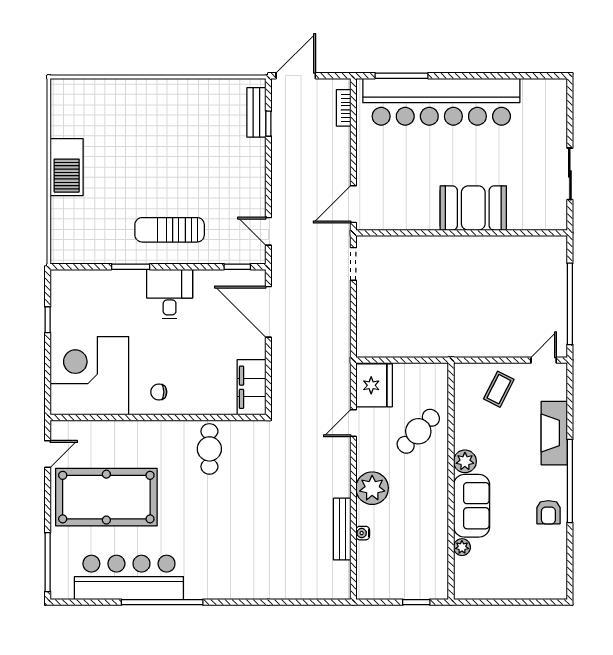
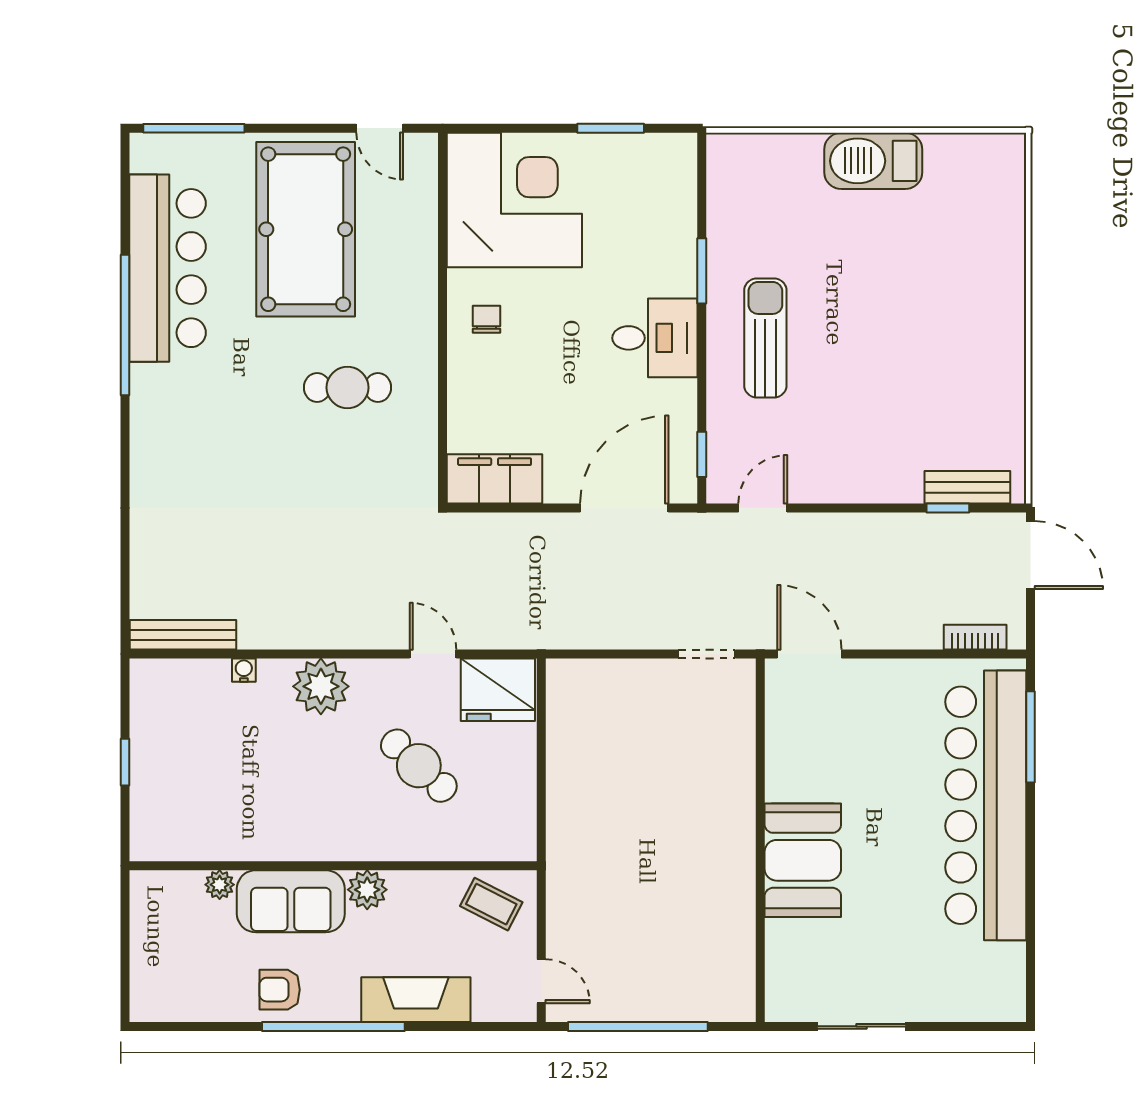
window: (48, 320) -> (611, 128), width x1.50
cafe table: (209, 449) -> (347, 388), moved
plant: (465, 461) -> (367, 890), moved
wall: (451, 481) -> (333, 866), moved
sofa: (472, 506) -> (291, 901), moved
bench: (342, 529) -> (183, 635), moved
plant: (462, 547) -> (220, 885), moved

